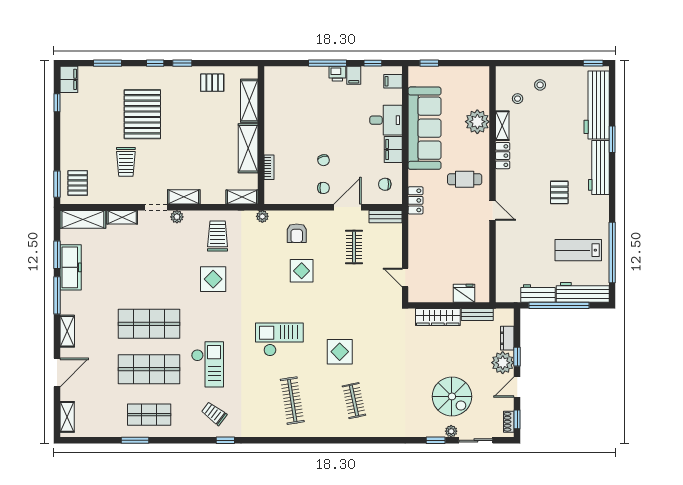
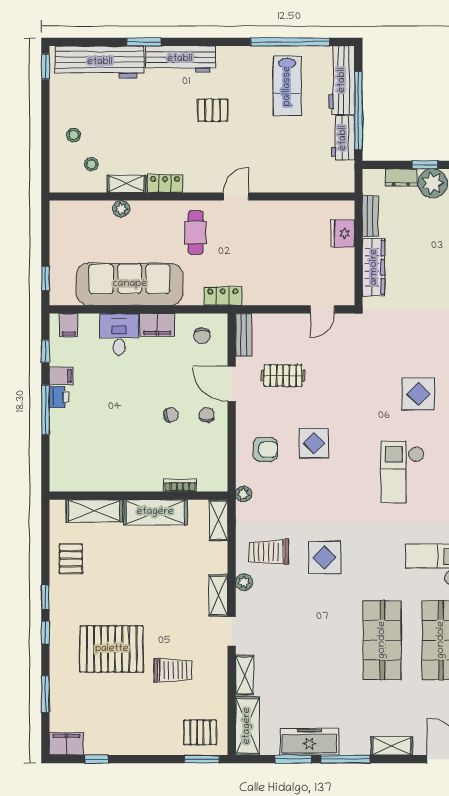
plant: (477, 122) -> (121, 209), width x0.53, depth x0.53
plant: (177, 217) -> (244, 582), moved

